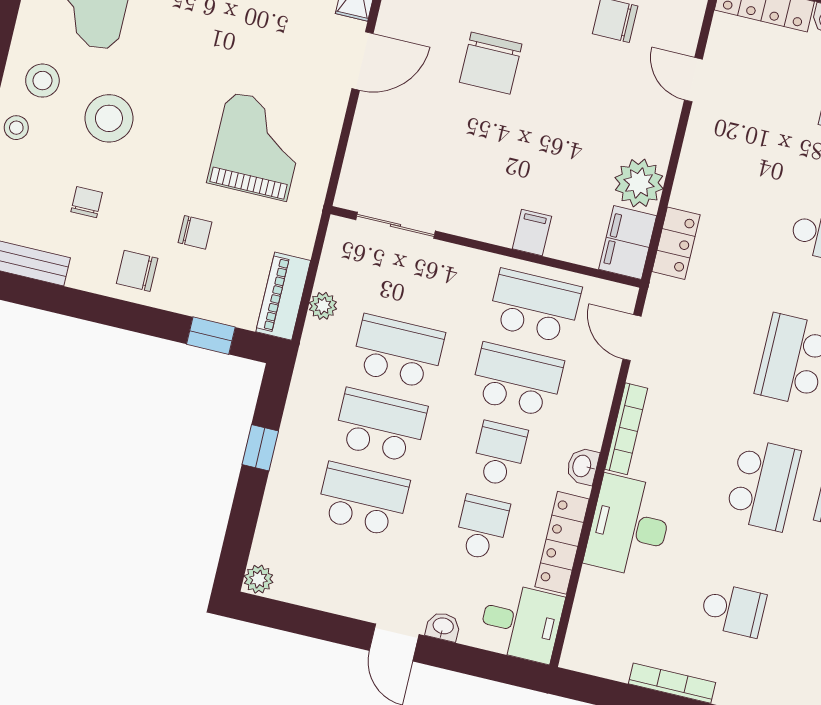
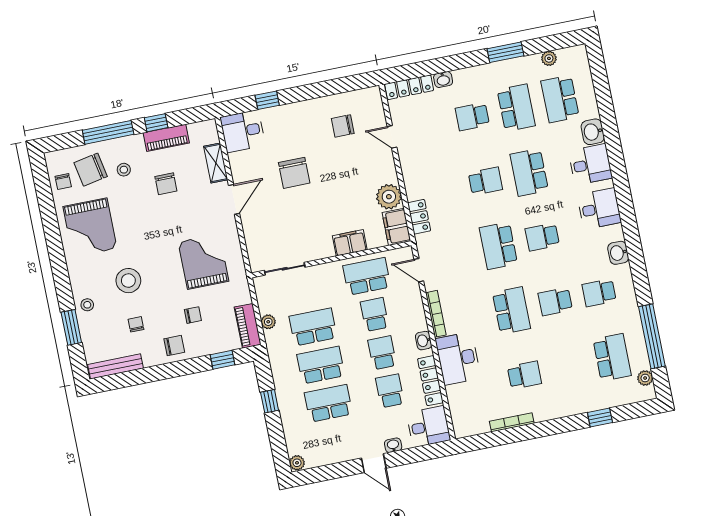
stool: (42, 81) -> (89, 277), removed
filing cabinet: (532, 233) -> (350, 243), width x2.00
chair: (137, 271) -> (174, 346), turned 180
school desk: (517, 380) -> (374, 315), width x0.54

